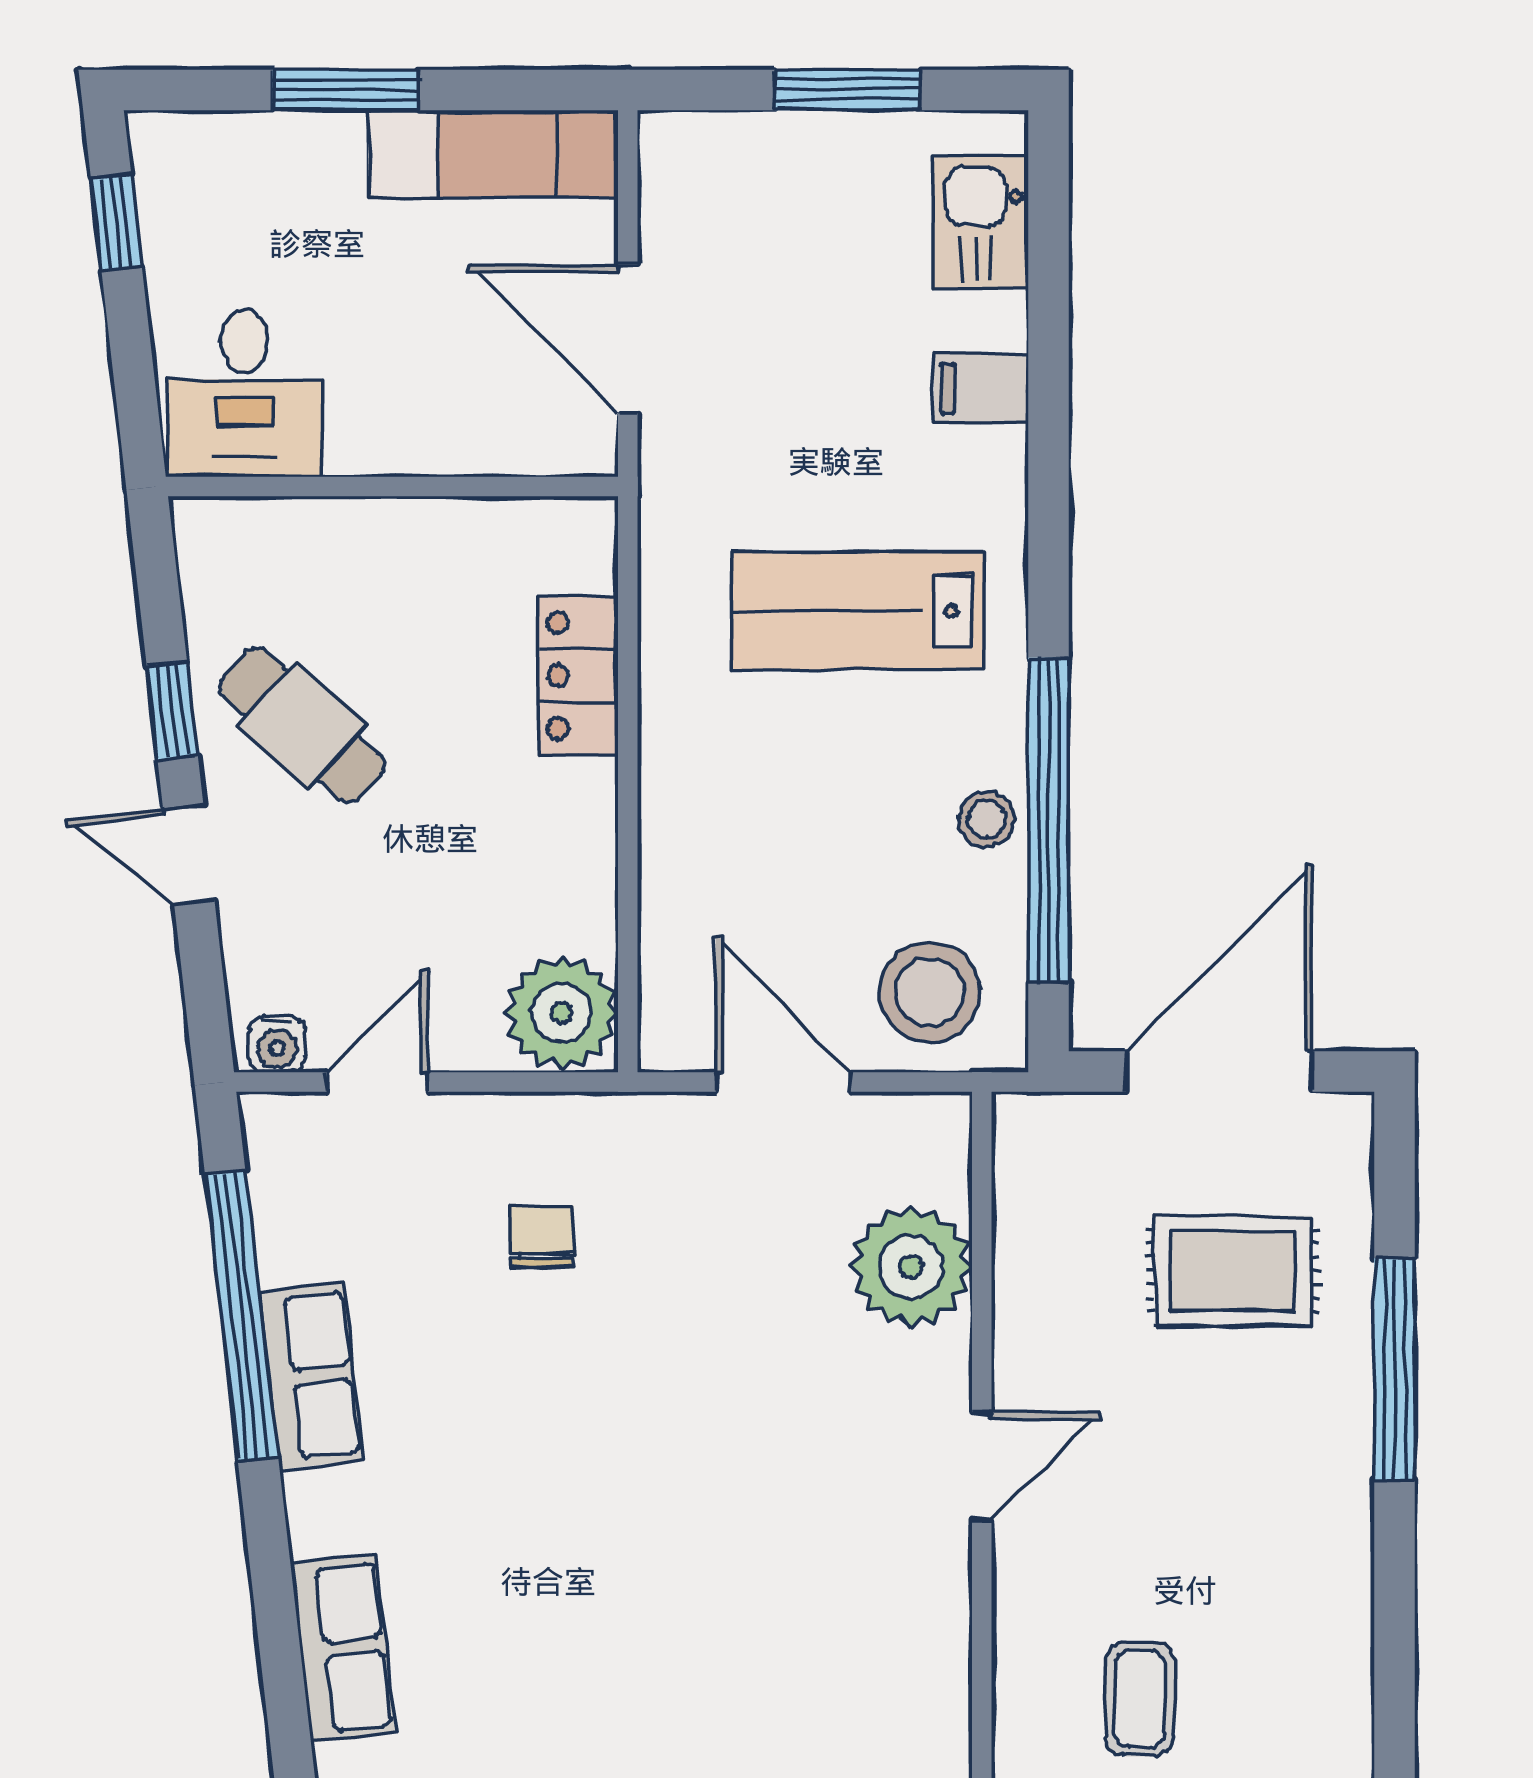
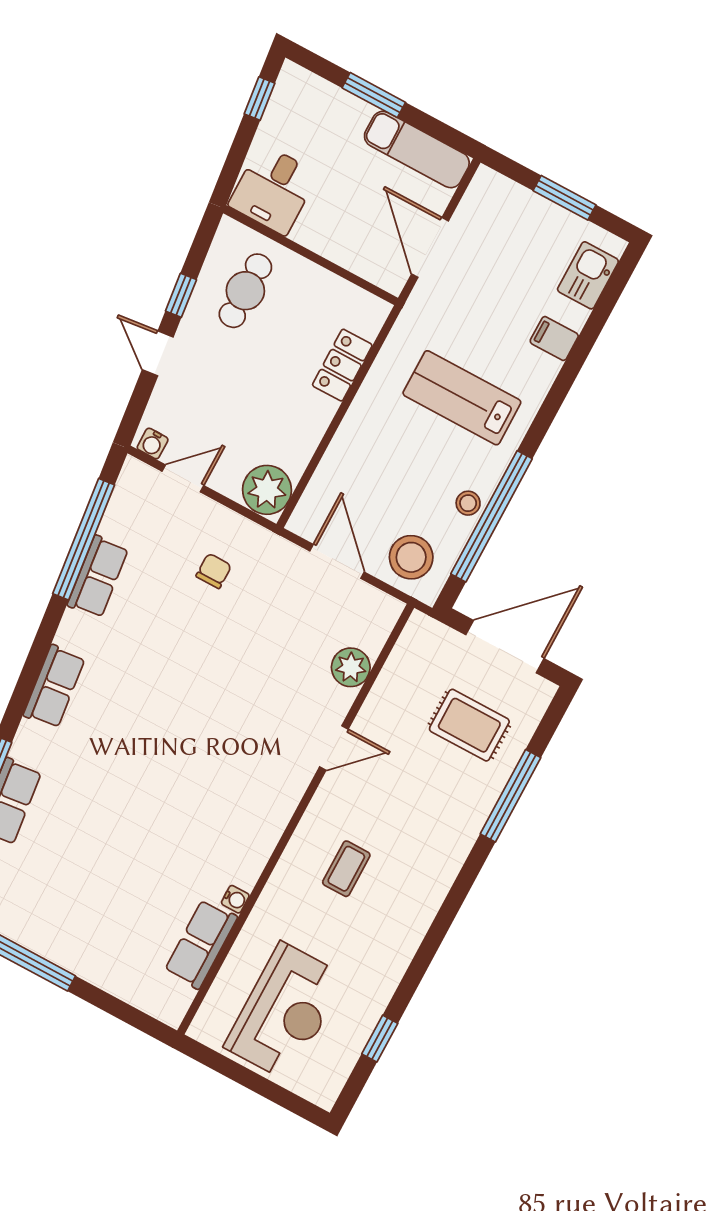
cafe table: (302, 725) -> (245, 291), moved, turned 48
plant: (911, 1267) -> (351, 667), width x0.73, depth x0.73

